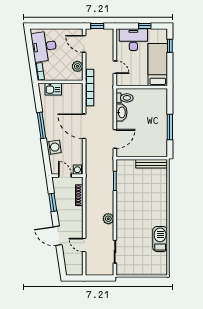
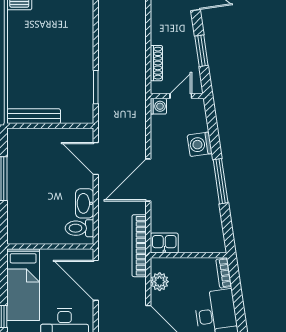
door: (115, 67) -> (96, 280), width x1.87
kitchen sink: (53, 89) -> (164, 243), moved
door: (84, 126) -> (148, 180), swing flipped
door: (115, 139) -> (96, 158), hinge flipped
door: (65, 176) -> (181, 96), swing flipped
plant: (108, 219) -> (107, 23), removed

